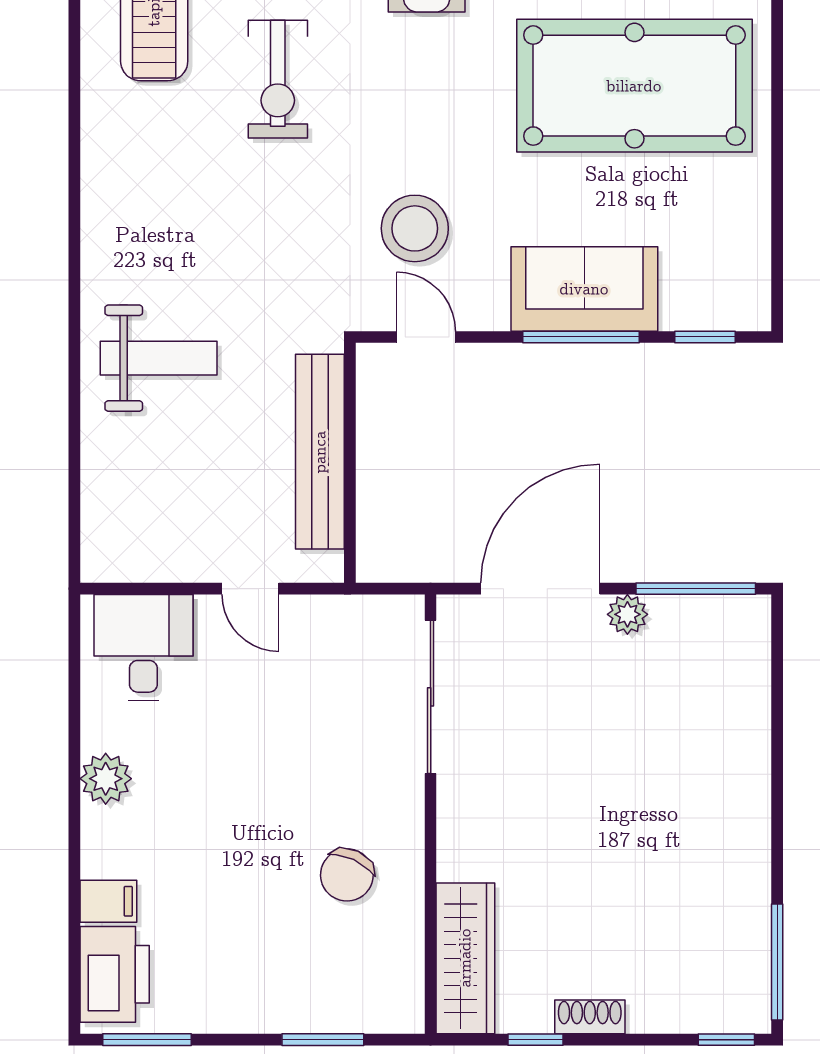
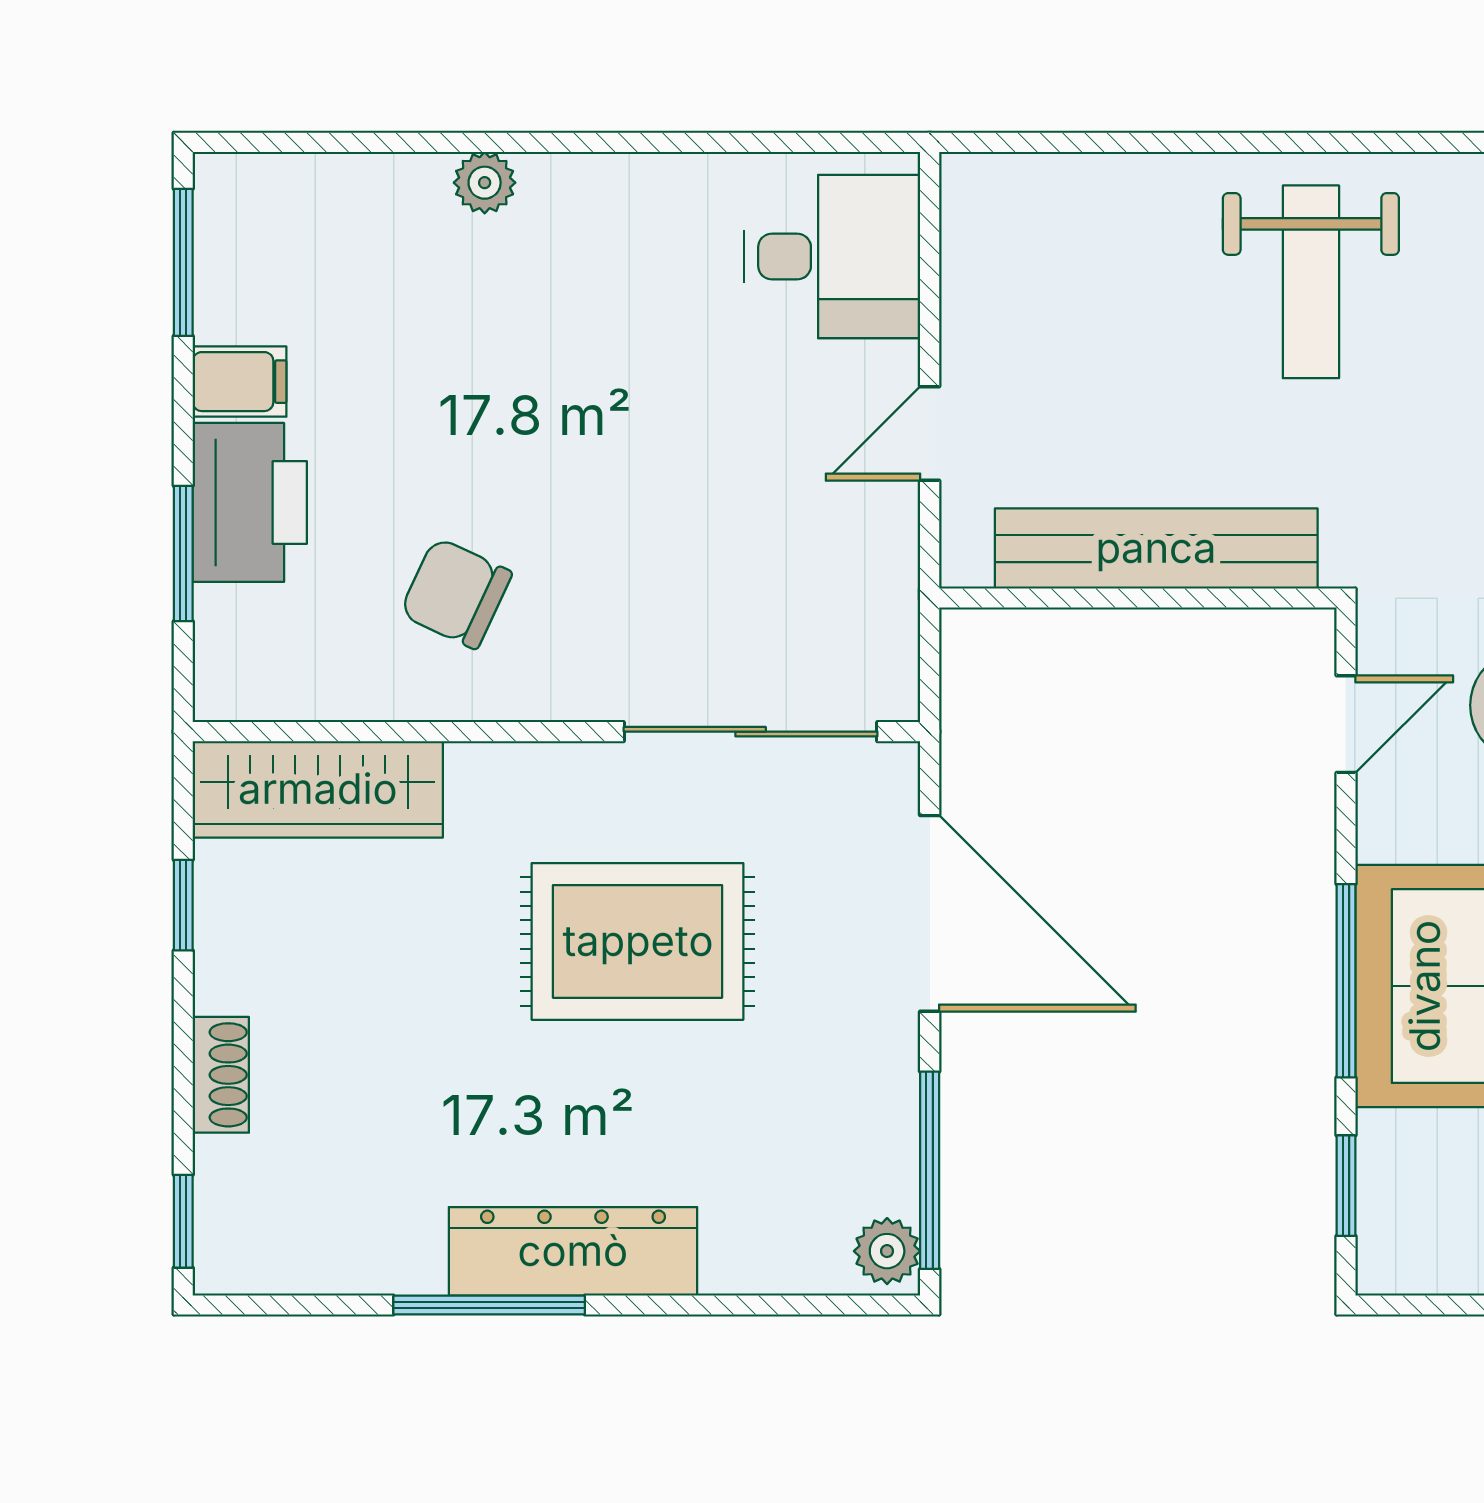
plant: (627, 614) -> (887, 1251), moved
rug: (557, 765) -> (638, 941), added
plant: (106, 779) -> (485, 183), moved, width x0.73, depth x0.73
dresser: (745, 804) -> (573, 1251), added
filing cabinet: (108, 901) -> (240, 382), moved, turned -90
window: (777, 962) -> (489, 1305), moved
printer: (115, 974) -> (250, 502), moved, turned -90
shoe rack: (590, 1017) -> (221, 1075), moved

